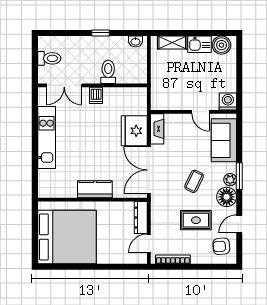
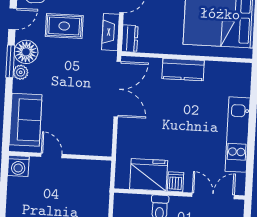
fireplace: (157, 129) -> (110, 32), moved
fridge: (134, 131) -> (149, 175), moved, turned -90
window: (239, 176) -> (10, 61), moved
coffee table: (194, 181) -> (64, 73), removed
dresser: (141, 218) -> (130, 39), width x0.70

